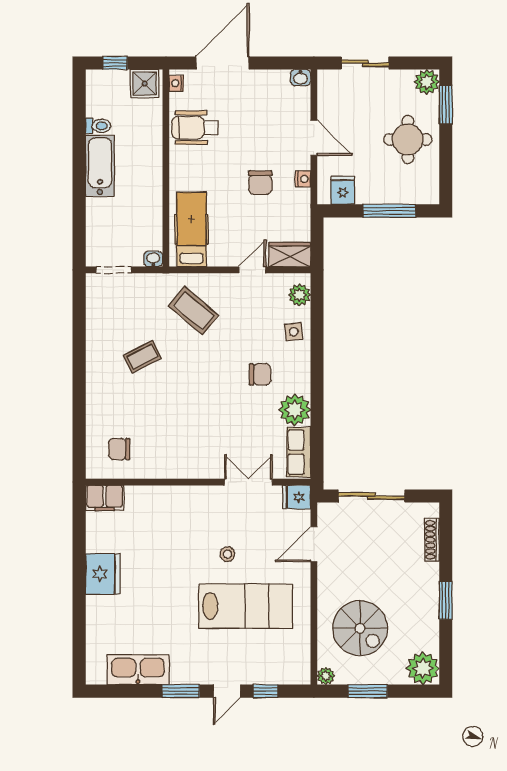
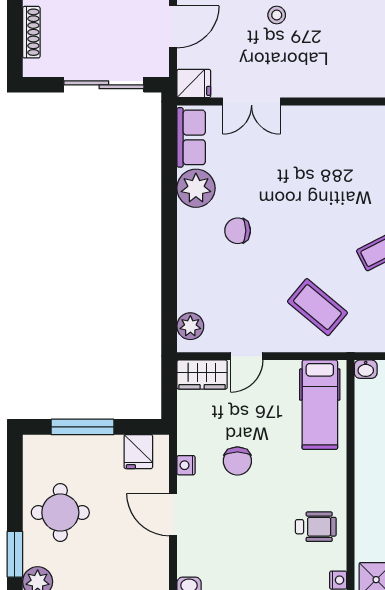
wheelchair: (195, 128) -> (316, 527), width x0.73, depth x0.73
chair: (260, 182) -> (237, 461), turned 180
side table: (294, 332) -> (197, 282), removed

